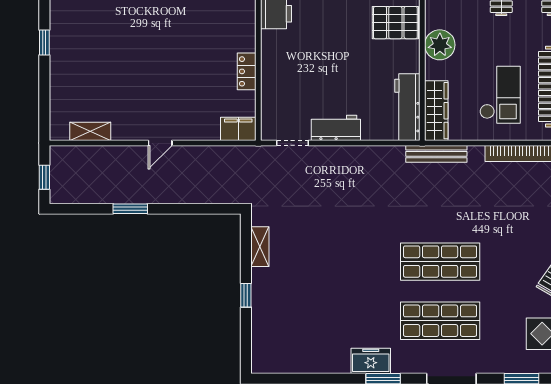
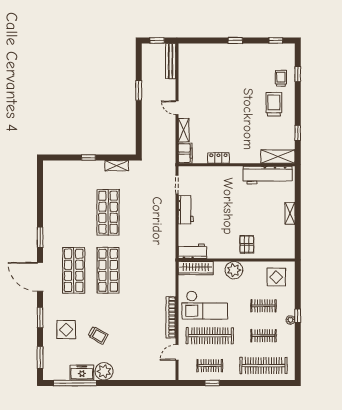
pallet: (395, 23) -> (247, 244), width x0.67, depth x0.71
checkout: (500, 95) -> (205, 305), width x1.36, depth x1.21
workbench: (407, 107) -> (192, 251), width x0.73
shelving: (90, 131) -> (184, 130), moved
bench: (436, 154) -> (171, 61), moved
shop shelf: (340, 262) -> (108, 212), added
freezer: (371, 361) -> (50, 230), removed

